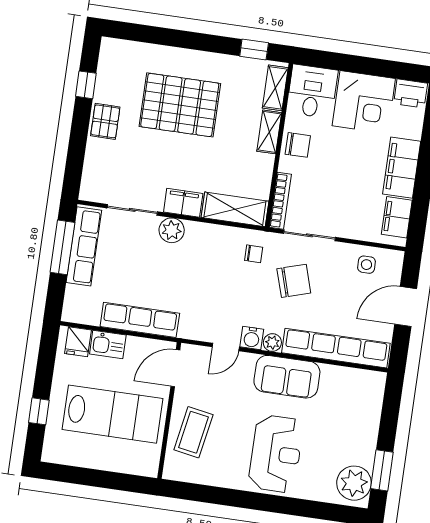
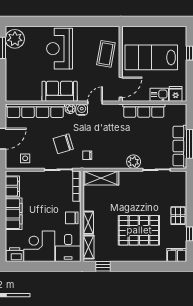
filing cabinet: (183, 203) -> (177, 255), moved, turned 180

